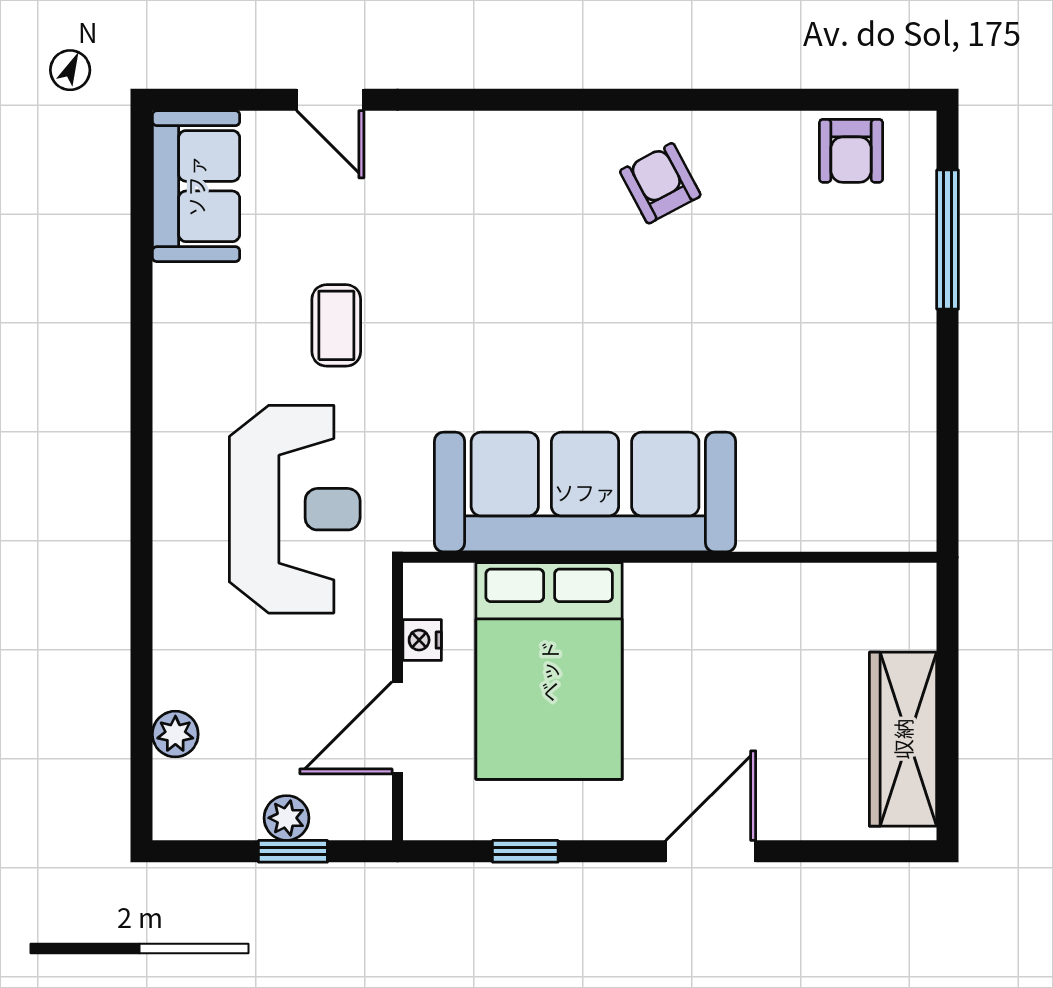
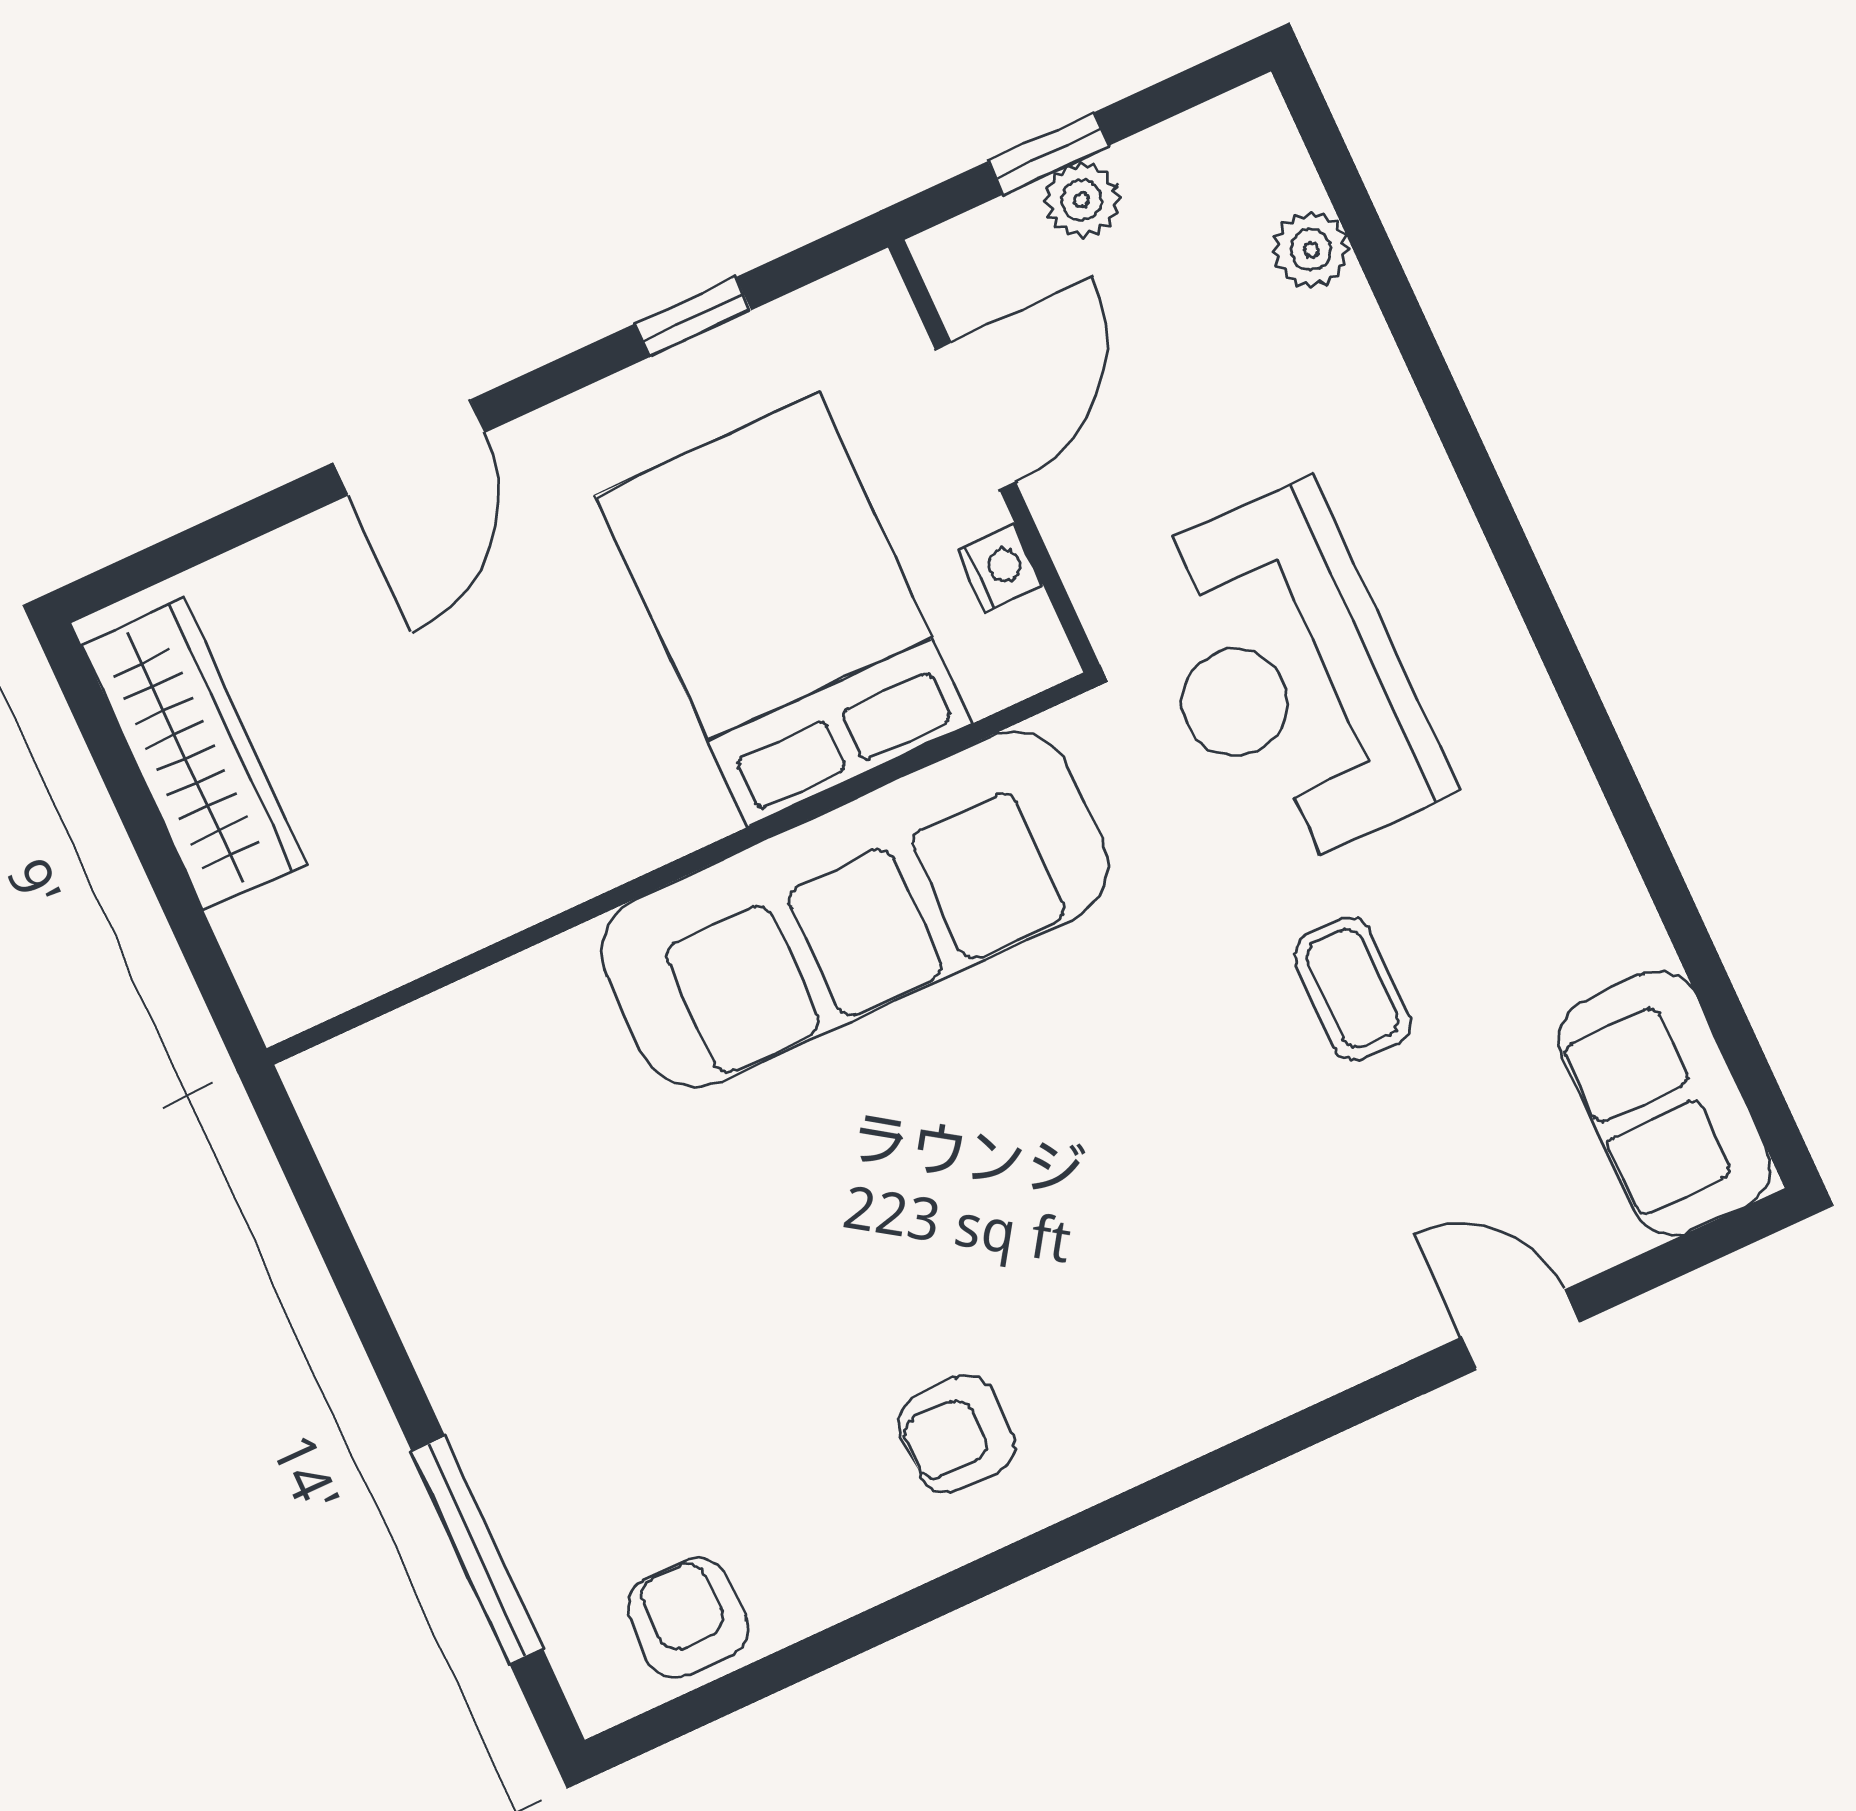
armchair: (660, 183) -> (957, 1434), turned 118

